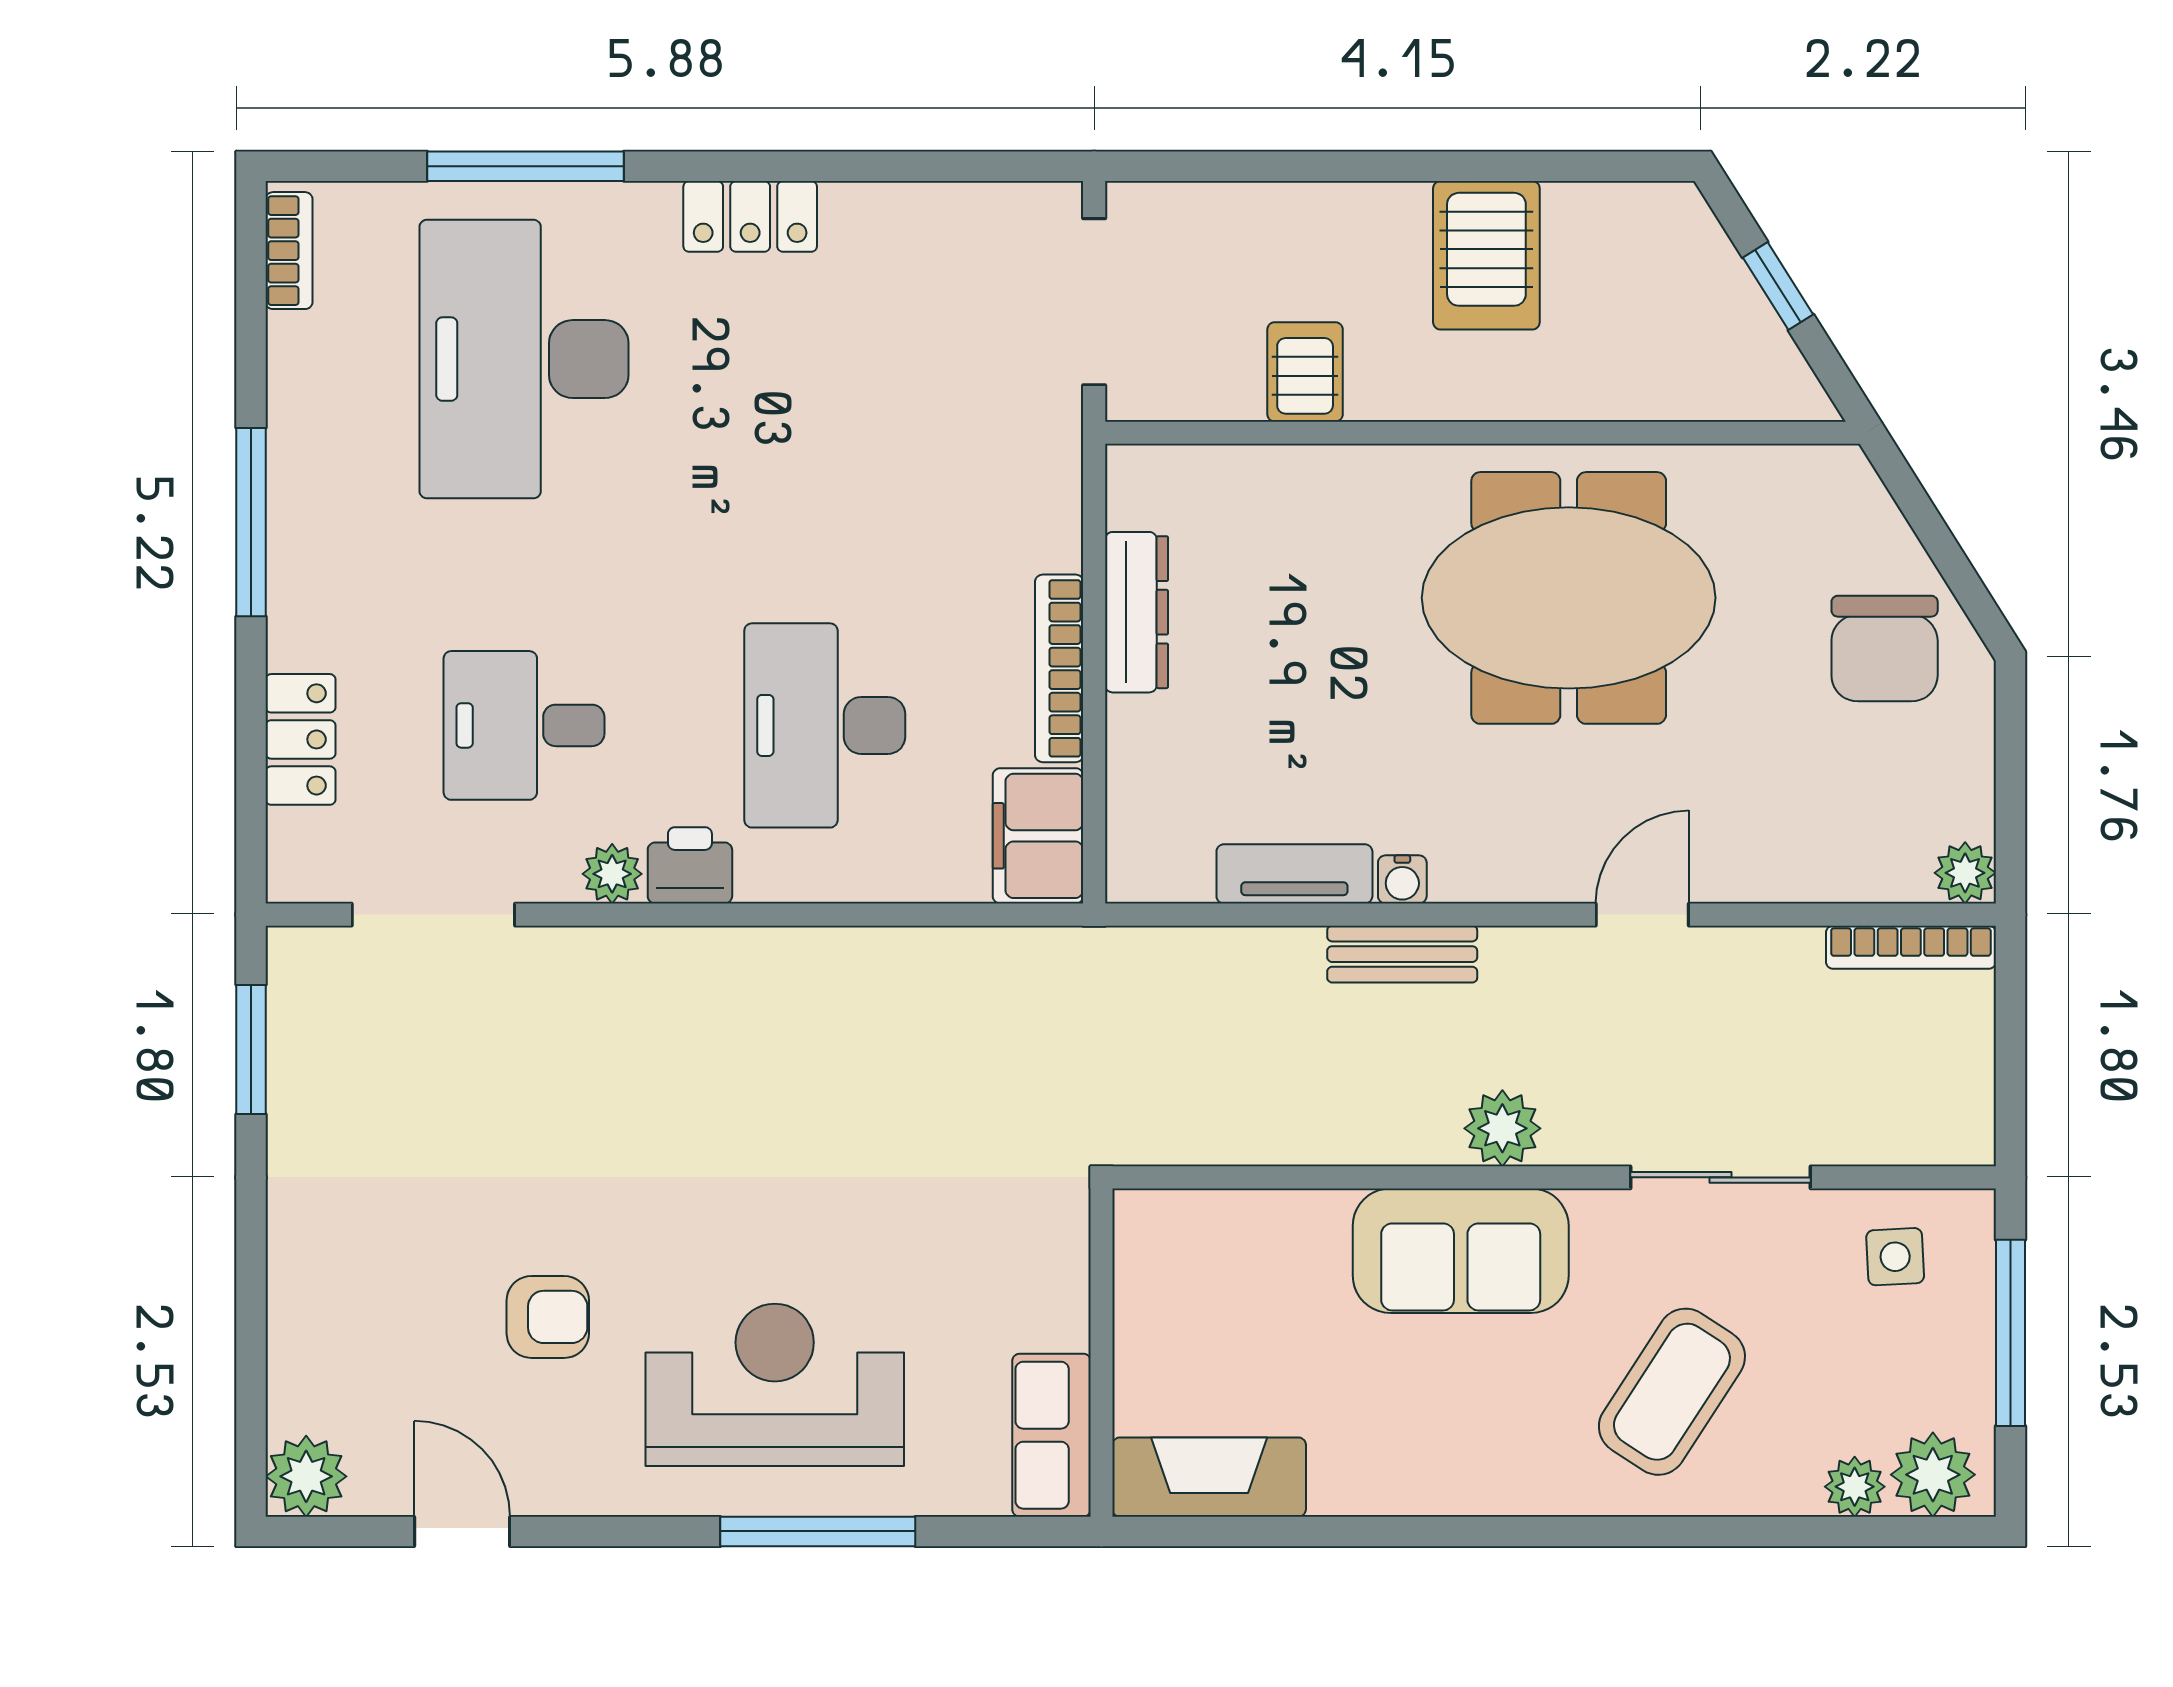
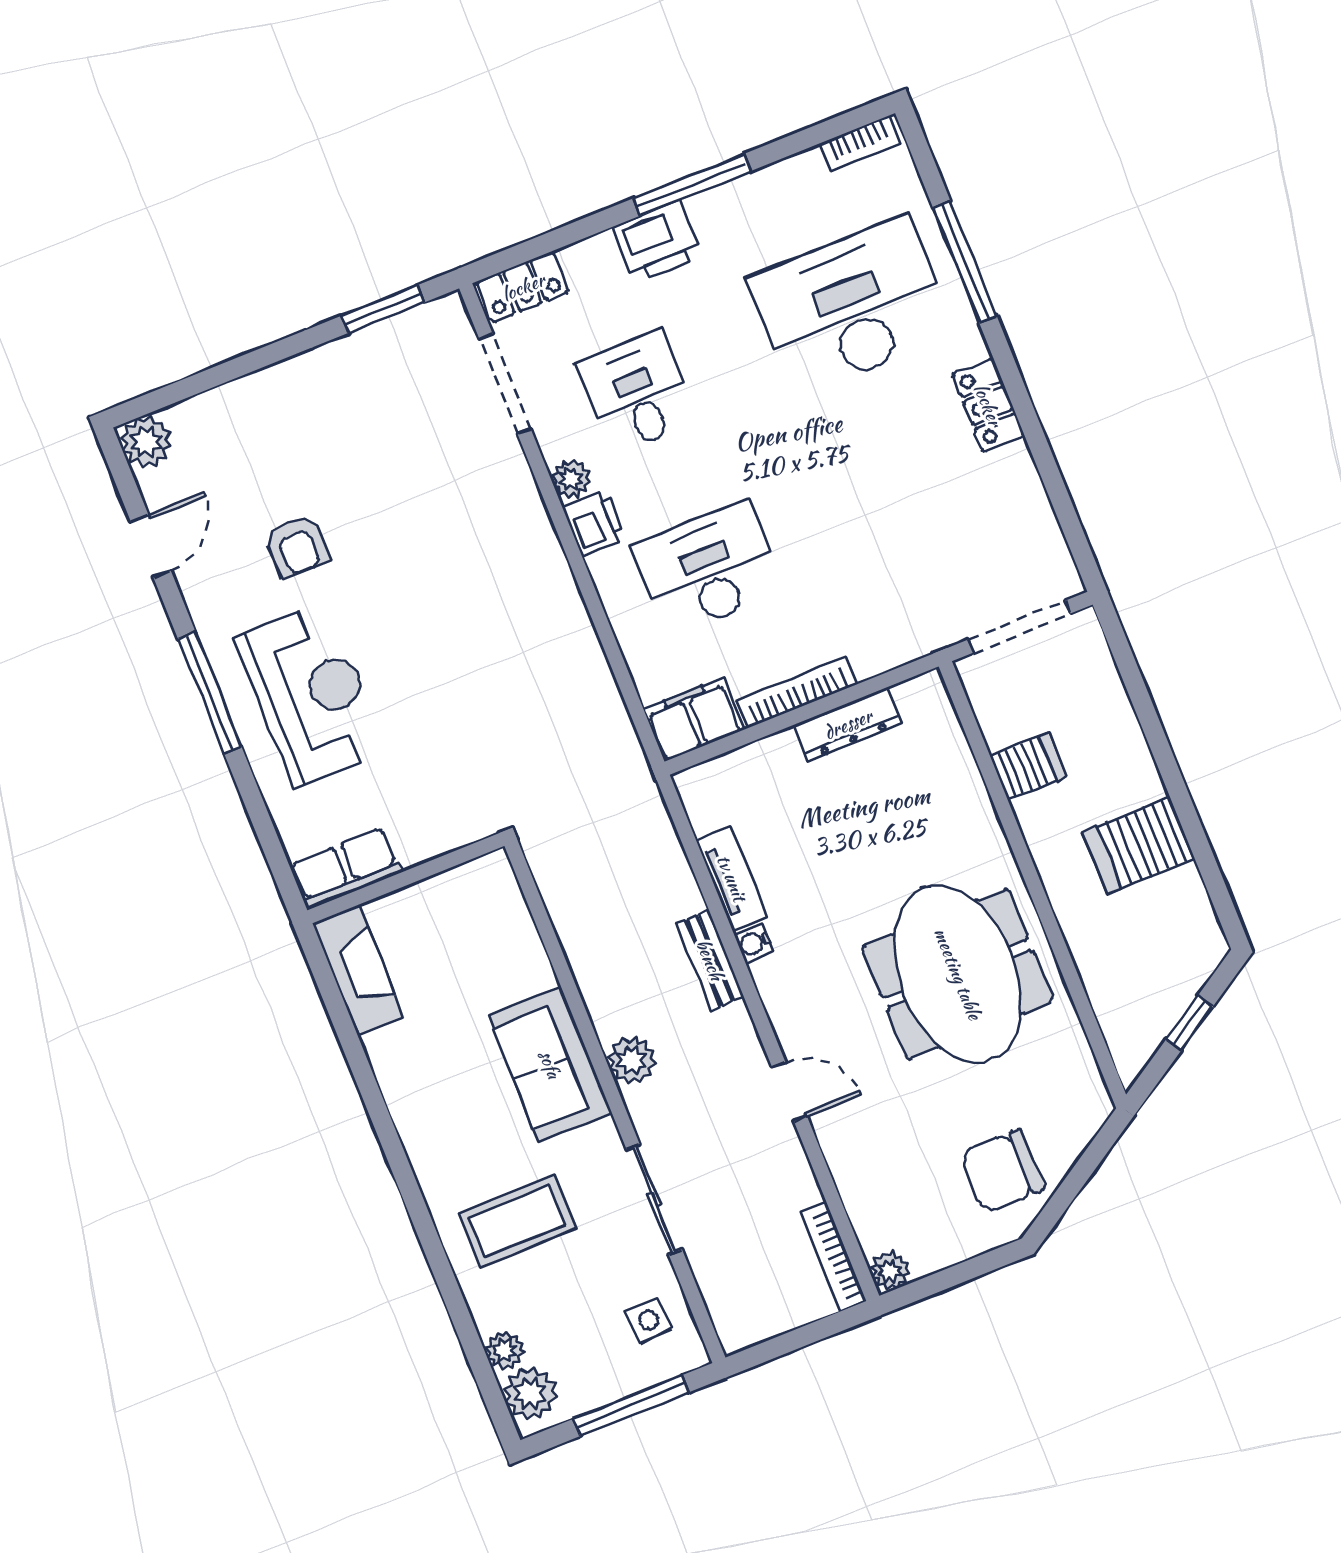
printer: (313, 606) -> (657, 241), added
locker: (300, 739) -> (523, 287), moved
coffee table: (1672, 1392) -> (517, 1221), turned -33
window: (818, 1531) -> (210, 693), moved

